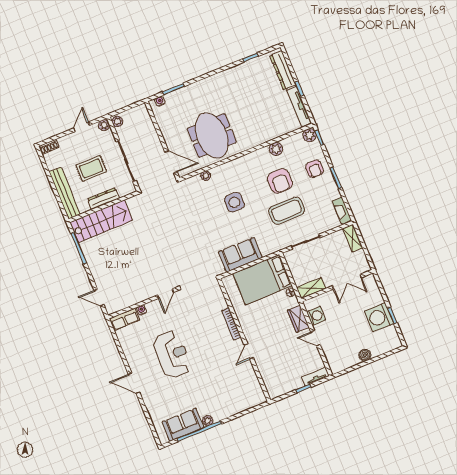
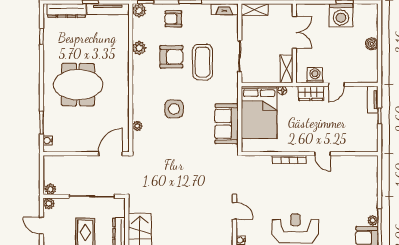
meeting table: (212, 135) -> (78, 85), moved
armchair: (314, 169) -> (173, 19), turned 180

